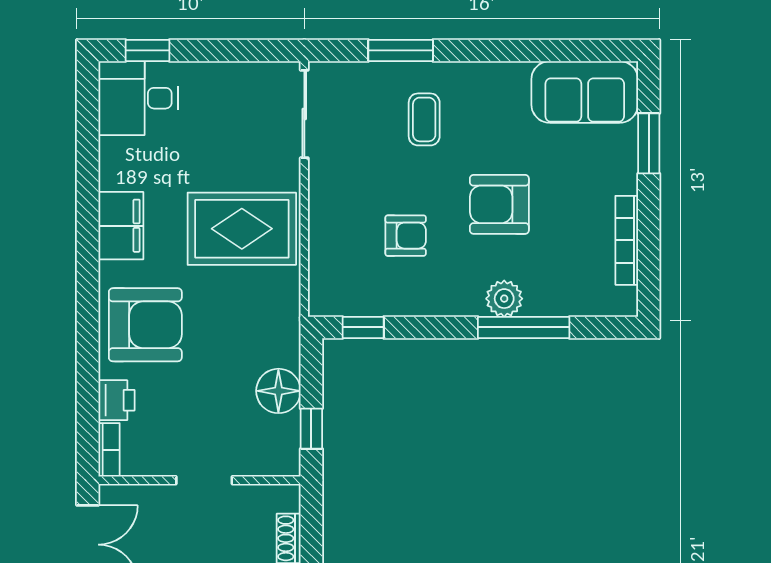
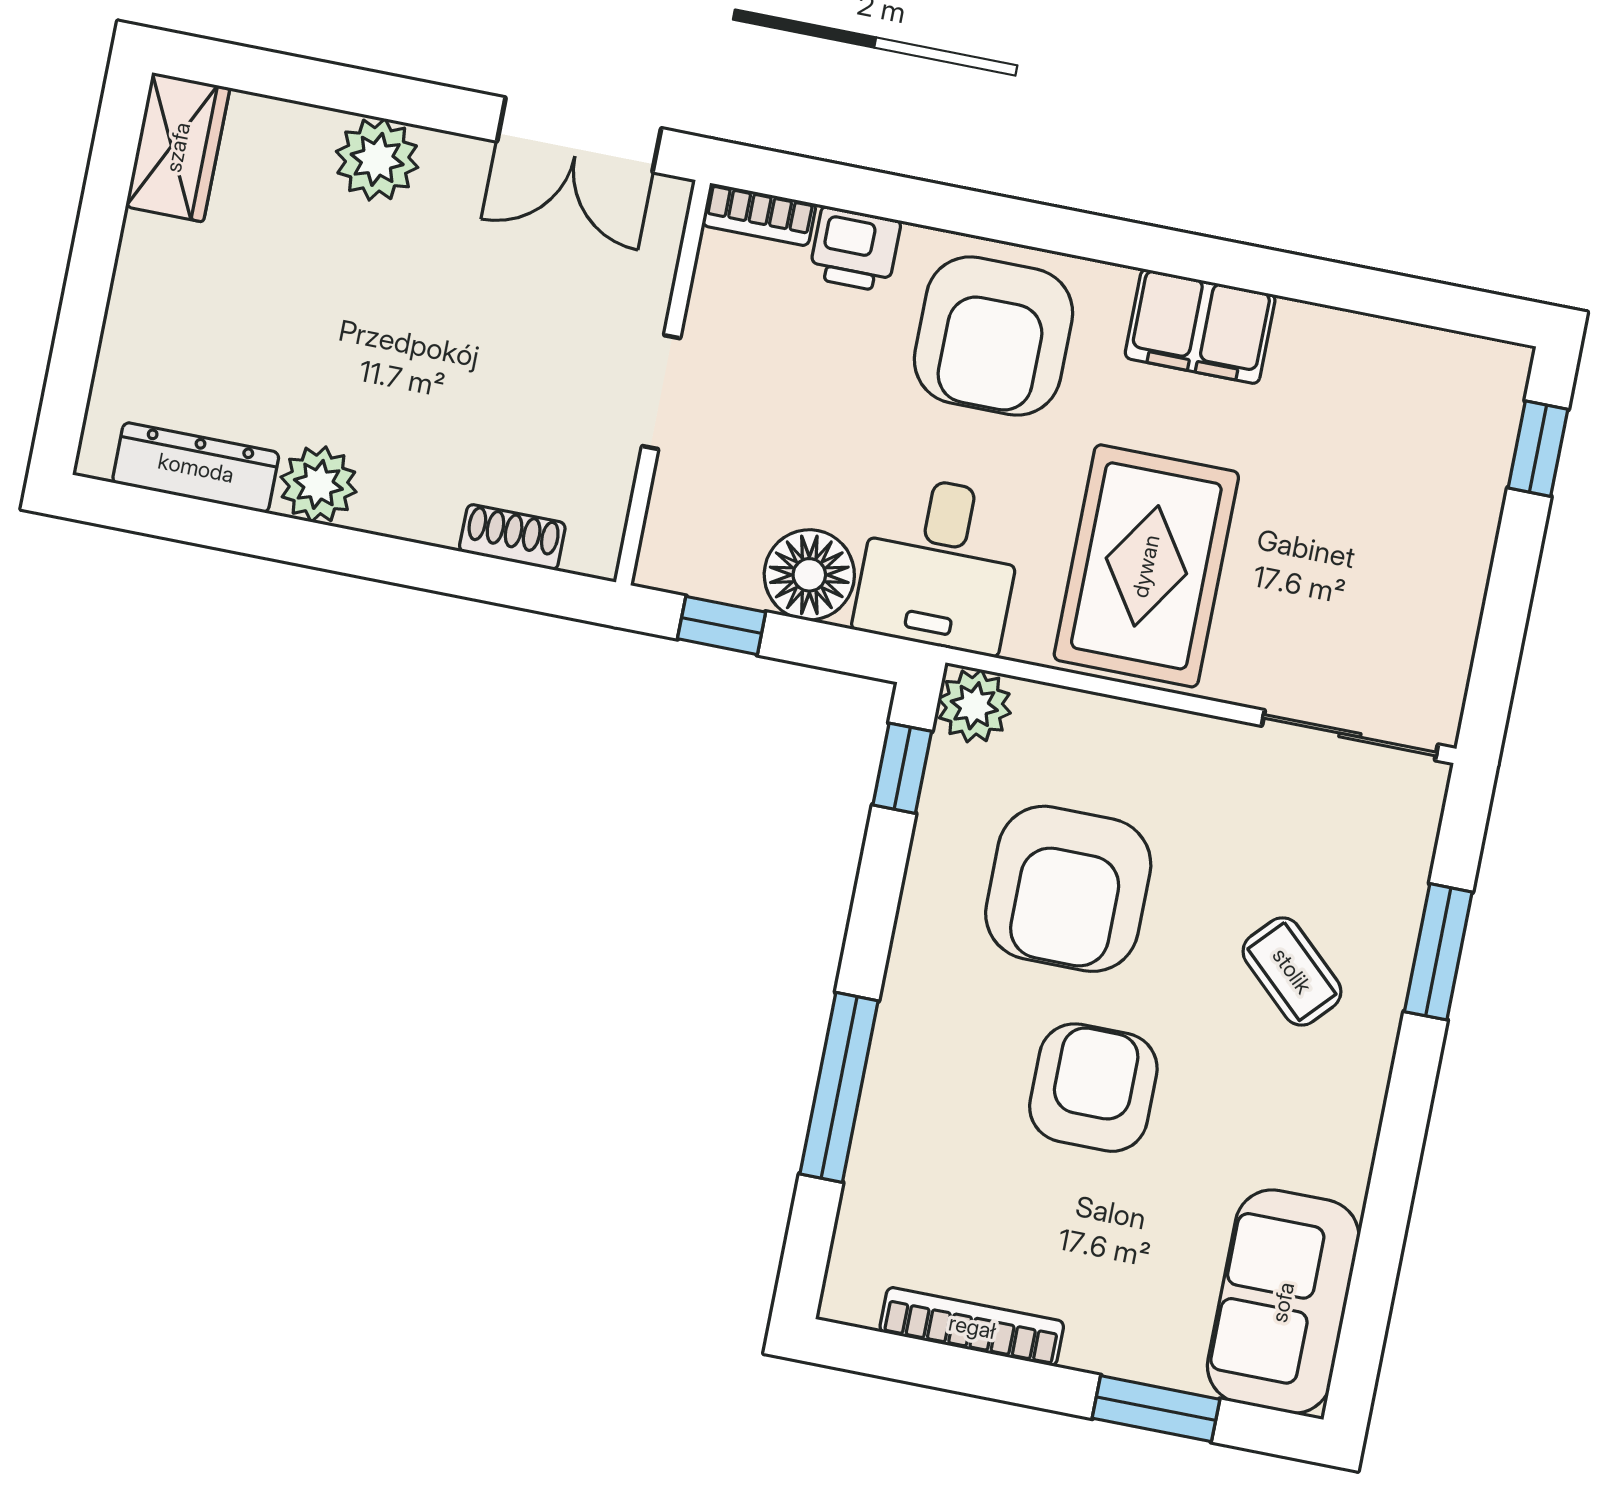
desk: (138, 98) -> (940, 564), moved, turned 180
coffee table: (424, 119) -> (1292, 971), turned 43
armchair: (406, 236) -> (1068, 889), width x1.88, depth x1.88
plant: (504, 299) -> (974, 706), moved

